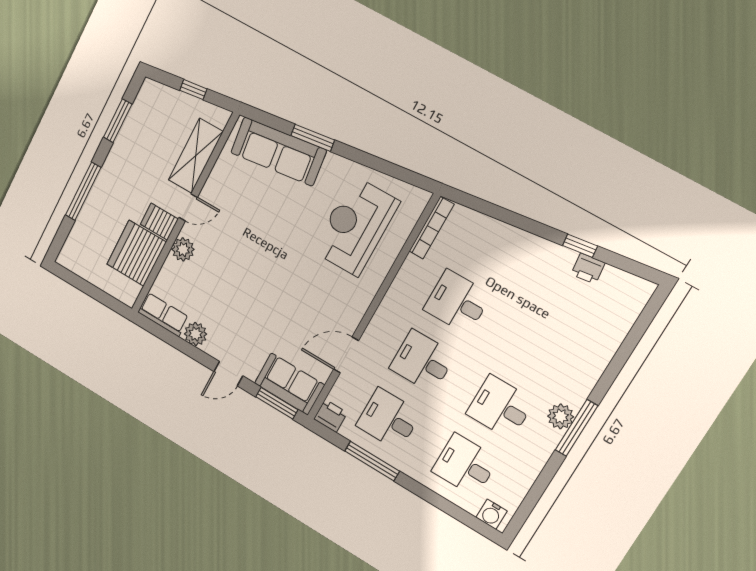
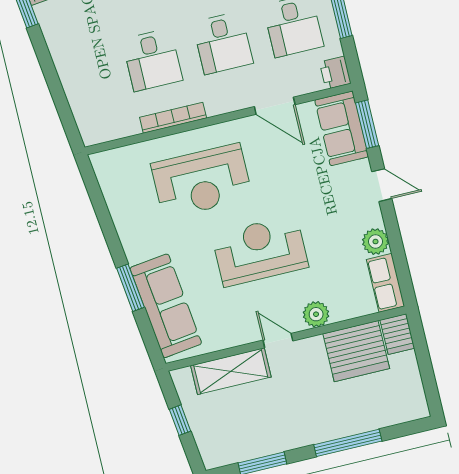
server rack: (159, 222) -> (397, 334), moved
reception desk: (356, 226) -> (202, 181), moved
bookcase: (432, 228) -> (173, 118), moved
reception desk: (258, 252) -> (260, 251), added

